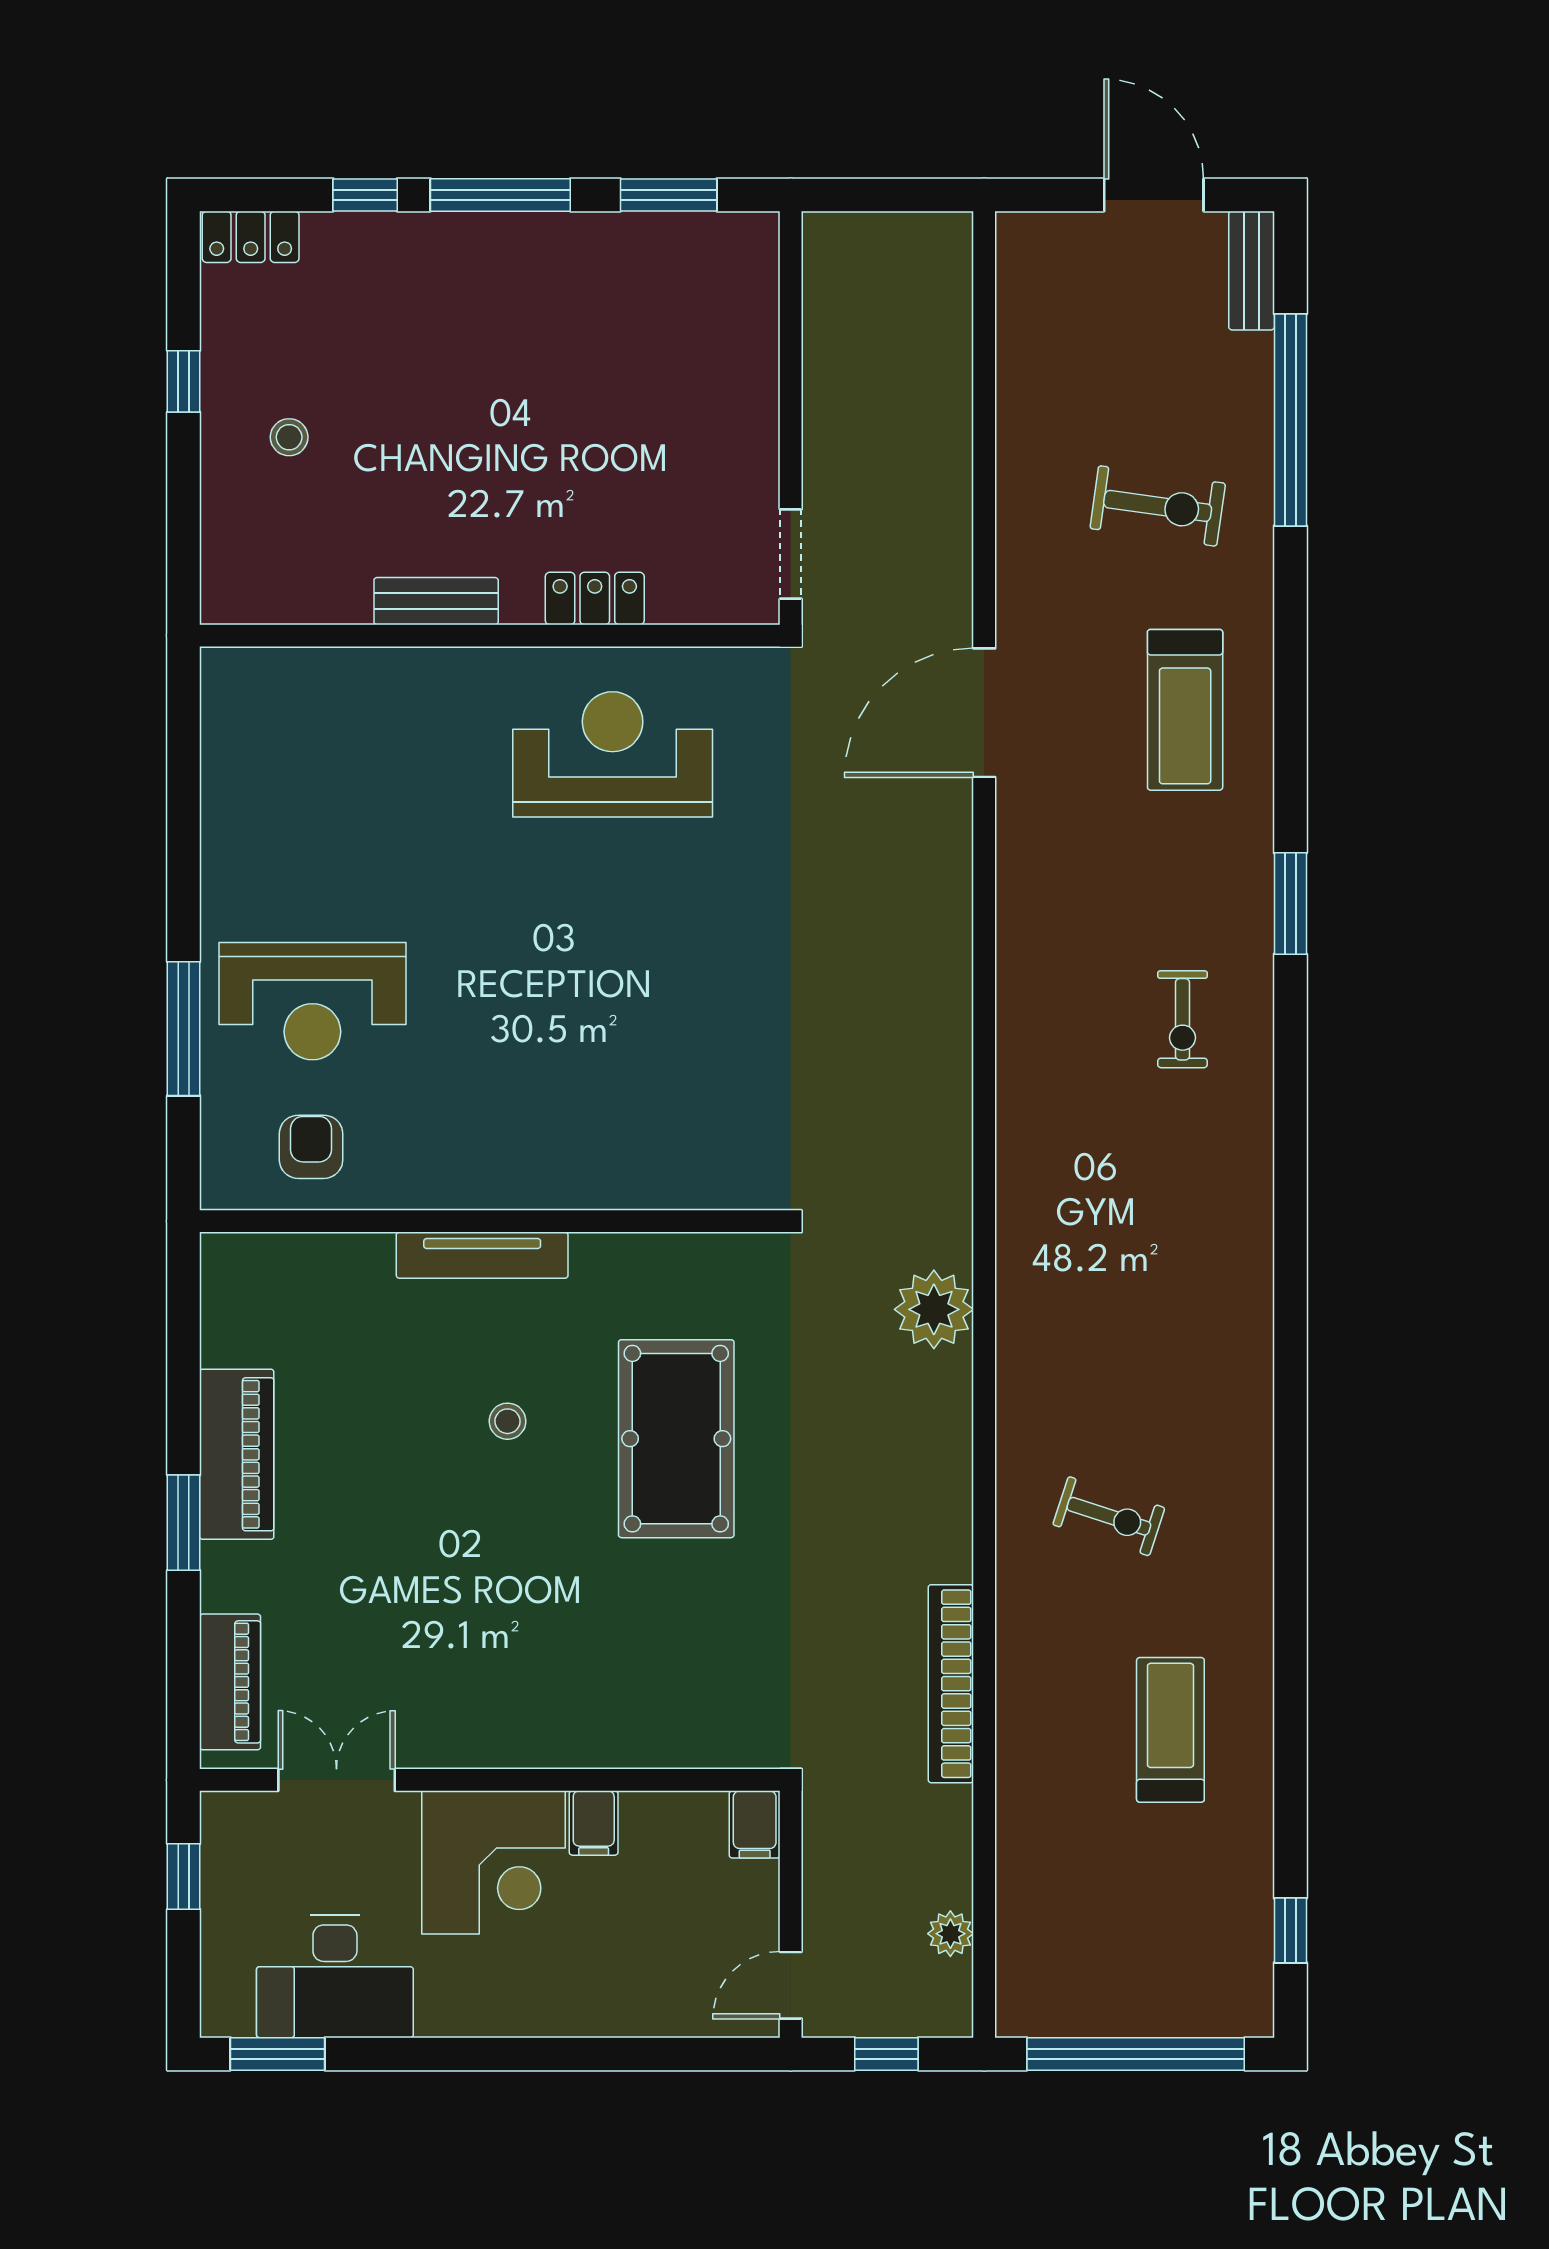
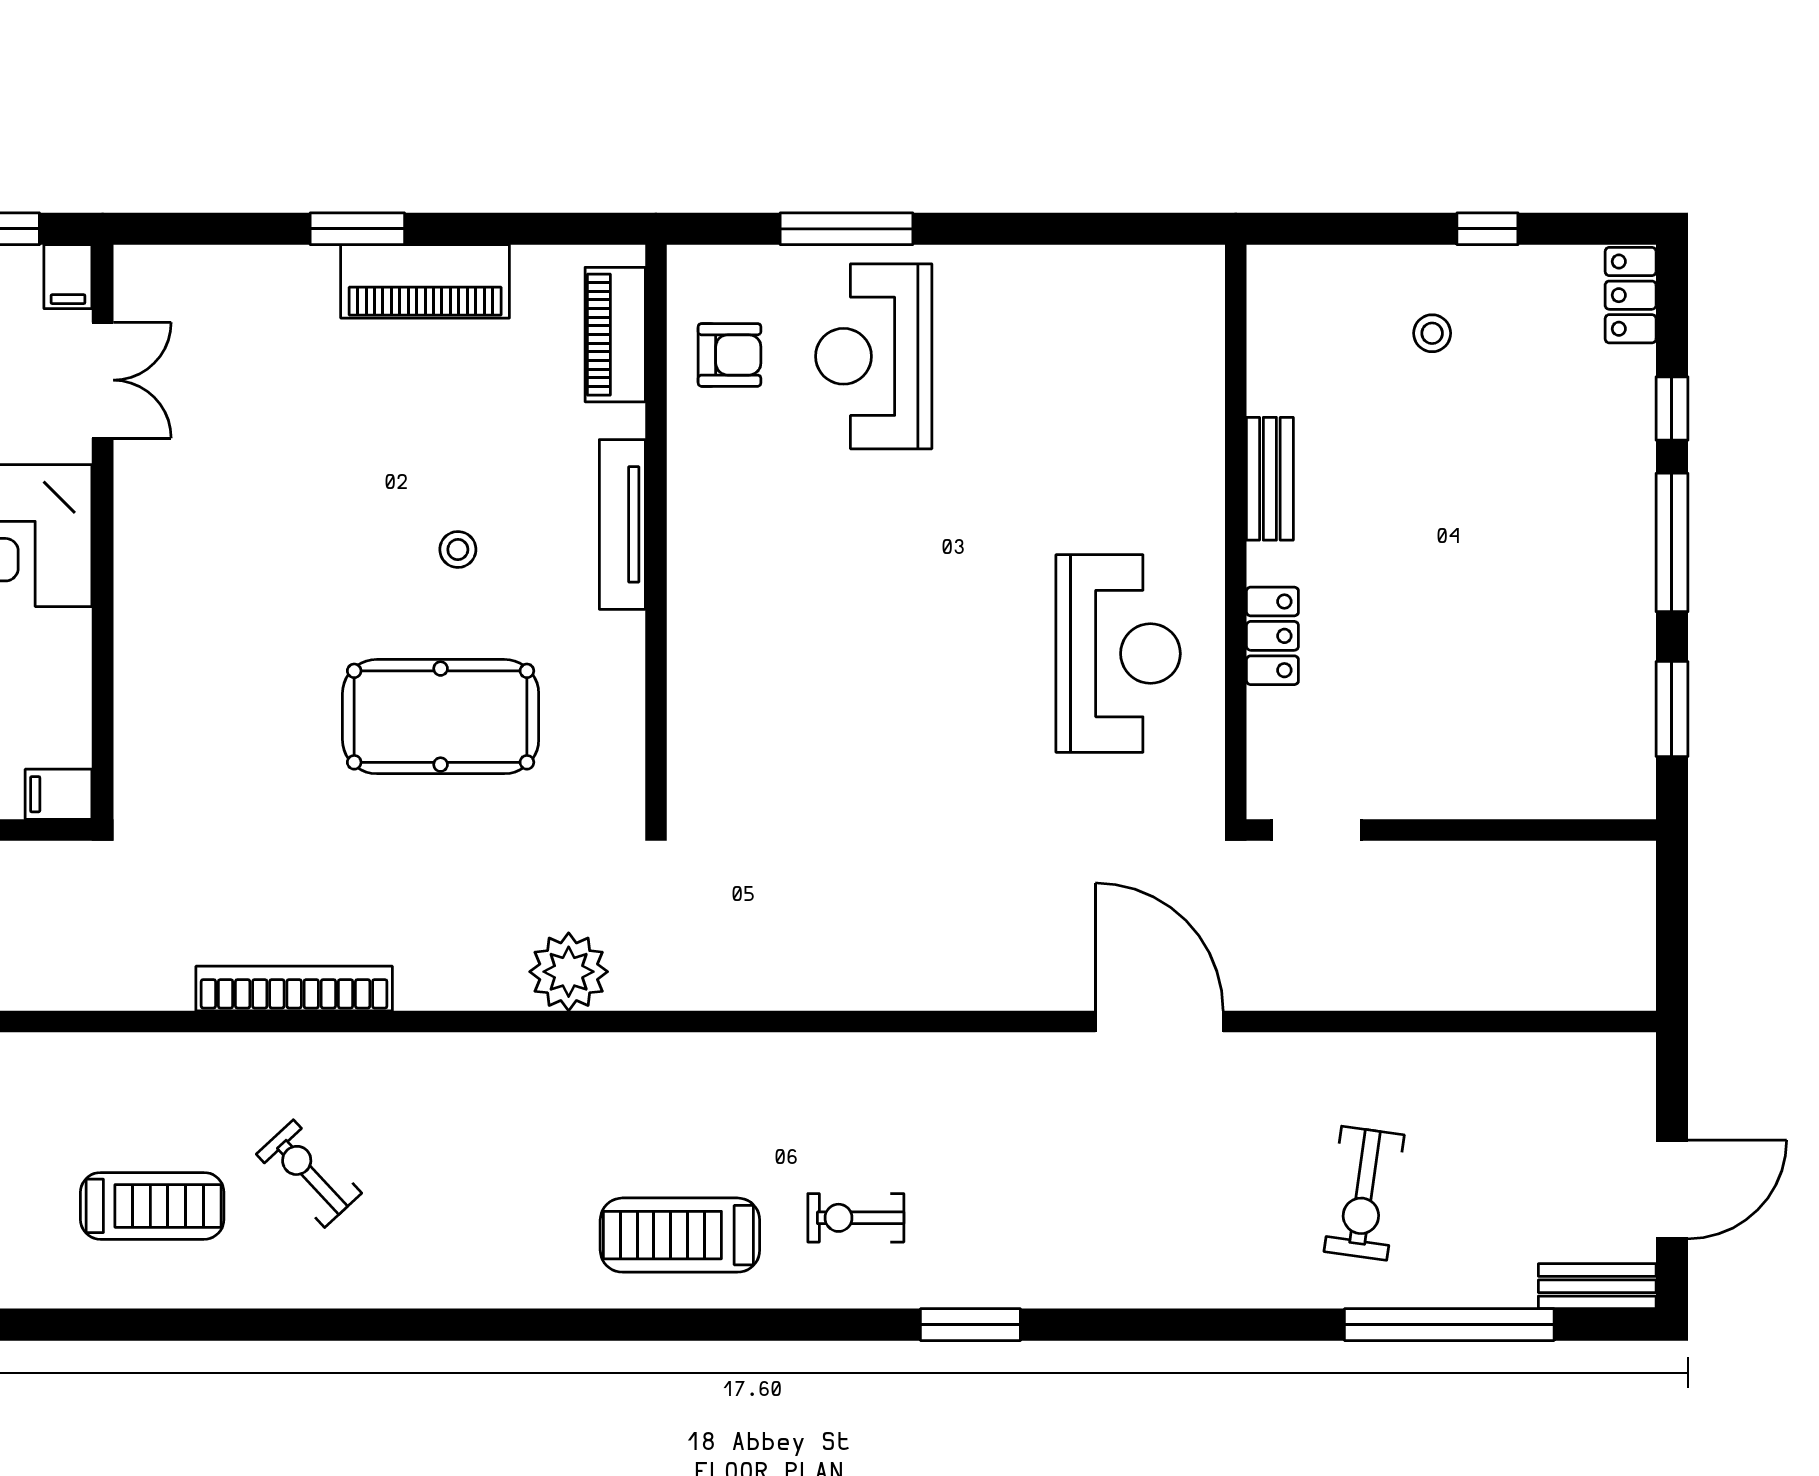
treadmill: (1185, 710) -> (680, 1235), moved
exercise bike: (1109, 1516) -> (309, 1174), moved, turned 119
piano: (230, 1682) -> (615, 335), moved, turned 90
bookcase: (951, 1684) -> (294, 988), moved
filing cabinet: (594, 1823) -> (68, 277), moved, turned -90

